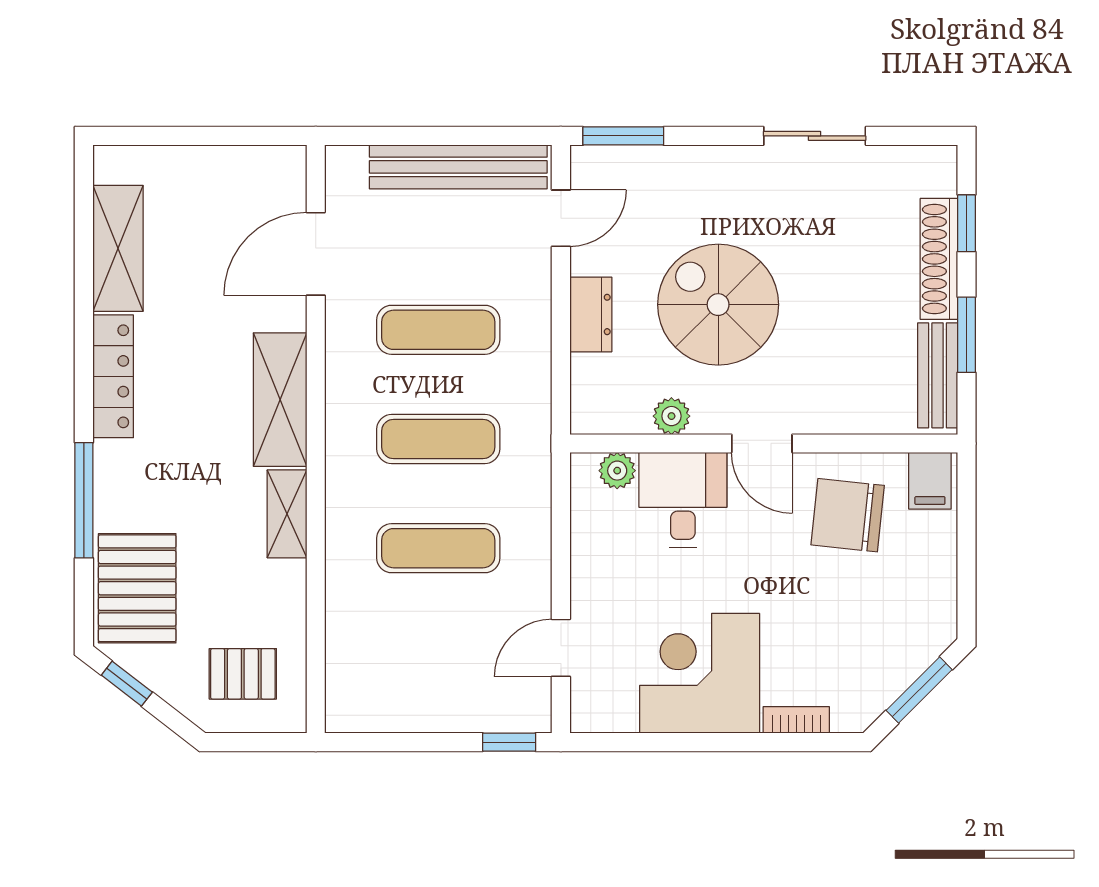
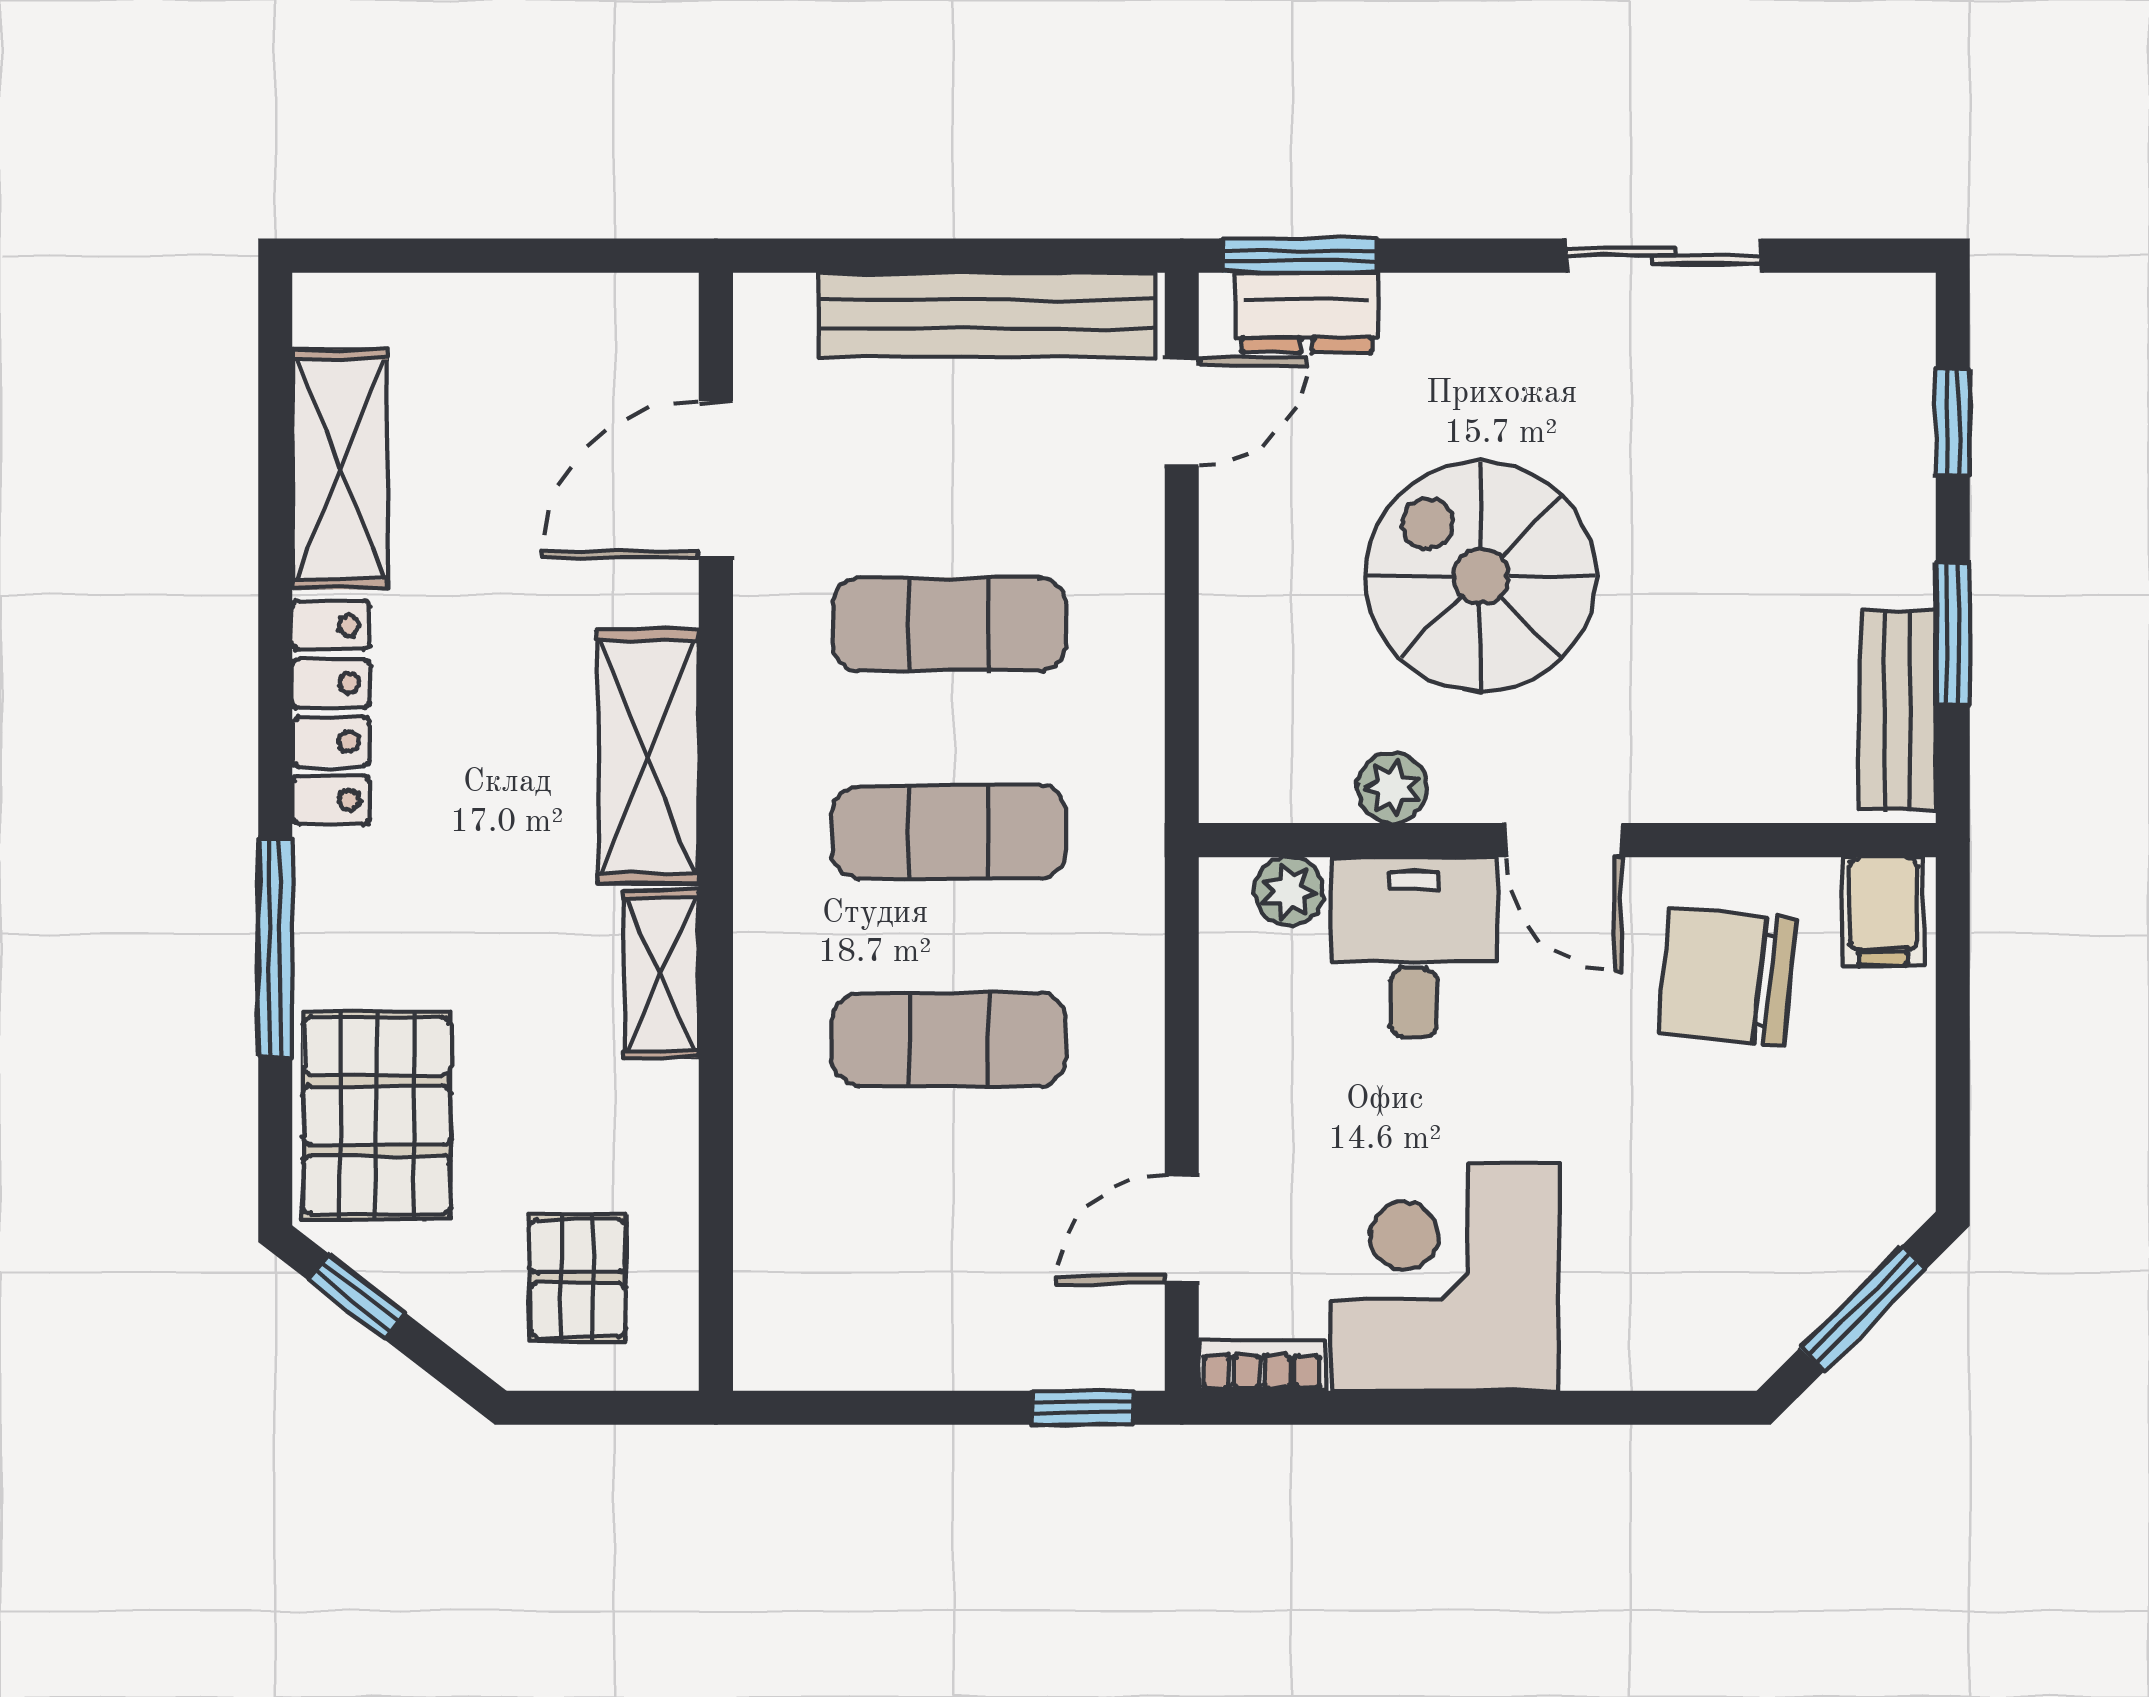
shoe rack: (939, 259) -> (1900, 489), removed
dresser: (591, 314) -> (1307, 312), moved, turned 90
pallet: (243, 674) -> (577, 1278), turned 90
bookcase: (796, 720) -> (1262, 1366), moved

